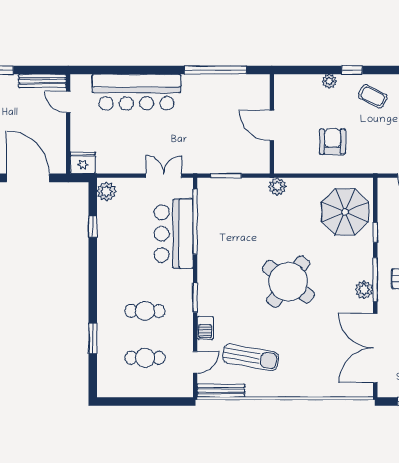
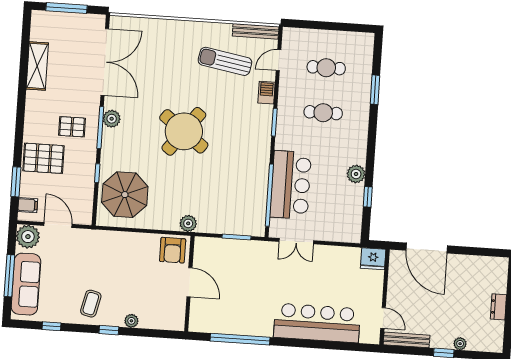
coffee table: (373, 96) -> (91, 304), turned 76
armchair: (332, 142) -> (173, 250), moved
plant: (106, 191) -> (356, 174), moved

